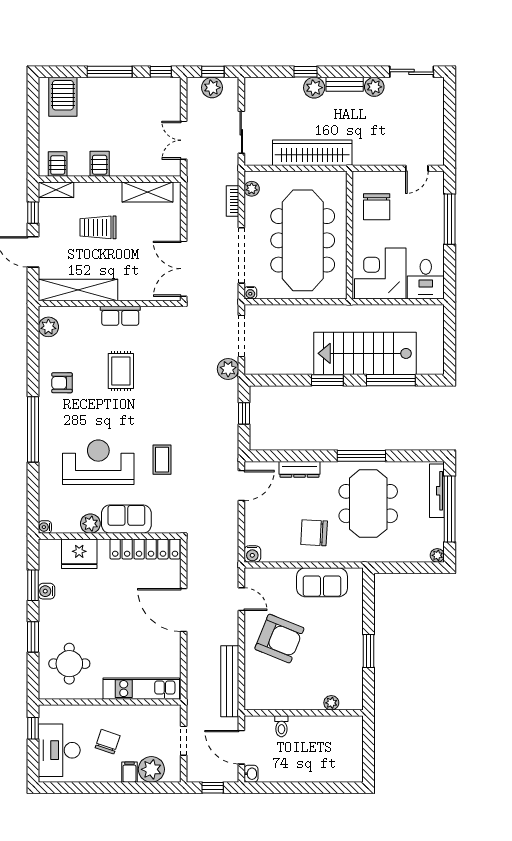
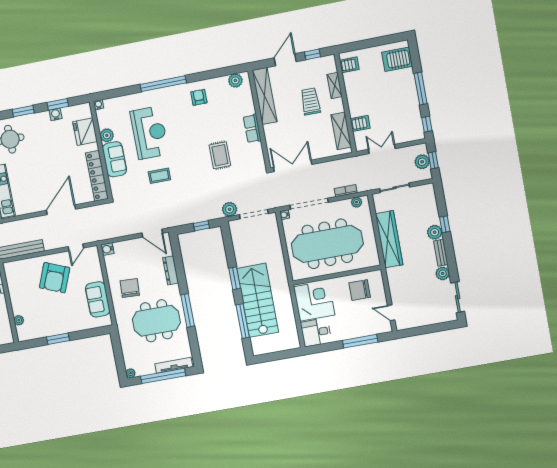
server rack: (100, 164) -> (360, 123), moved
shelving: (56, 190) -> (335, 86), moved
rug: (121, 371) -> (220, 155), moved, turned 90

